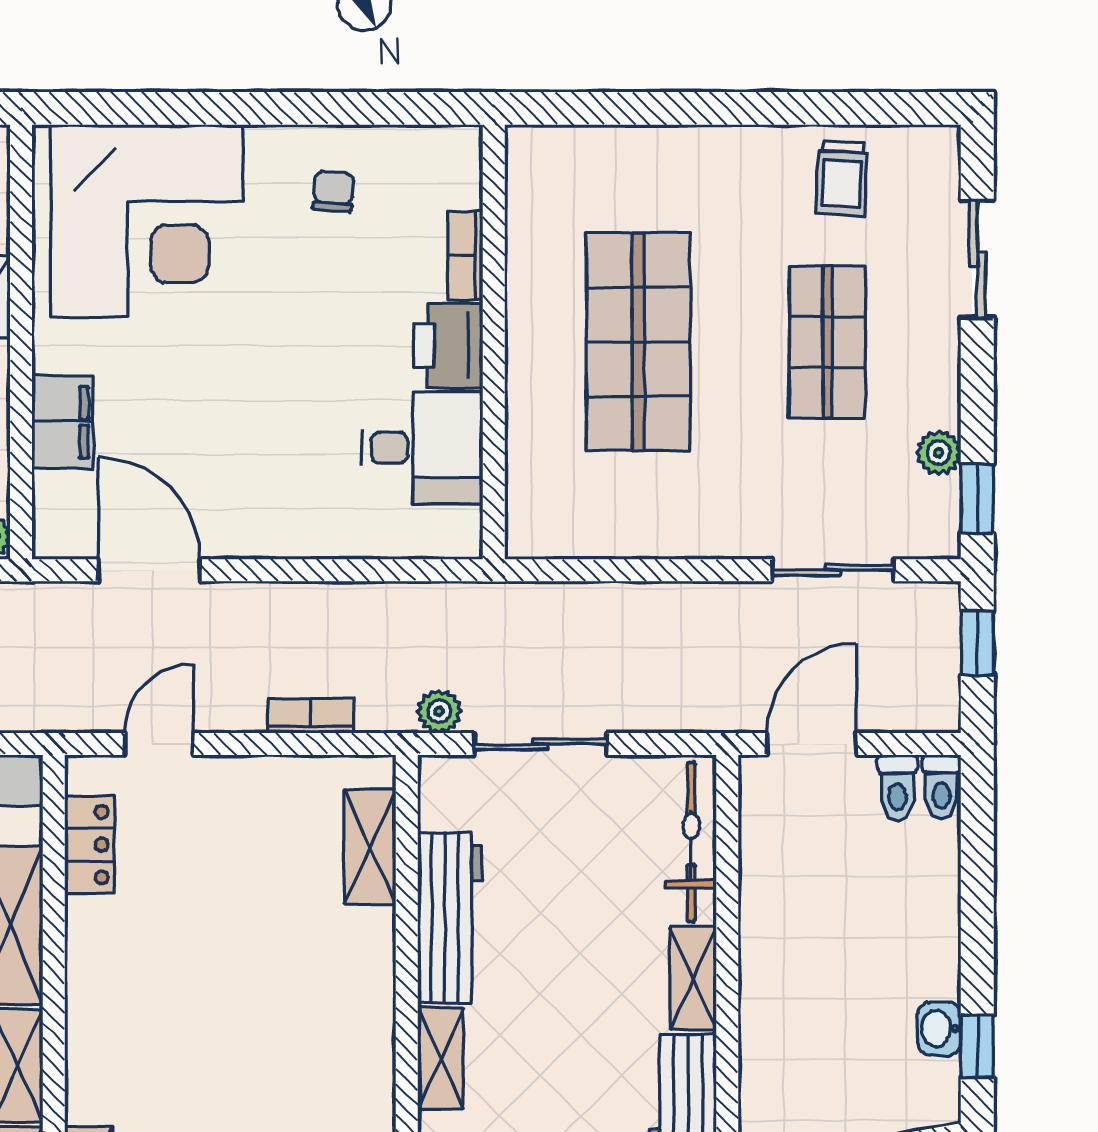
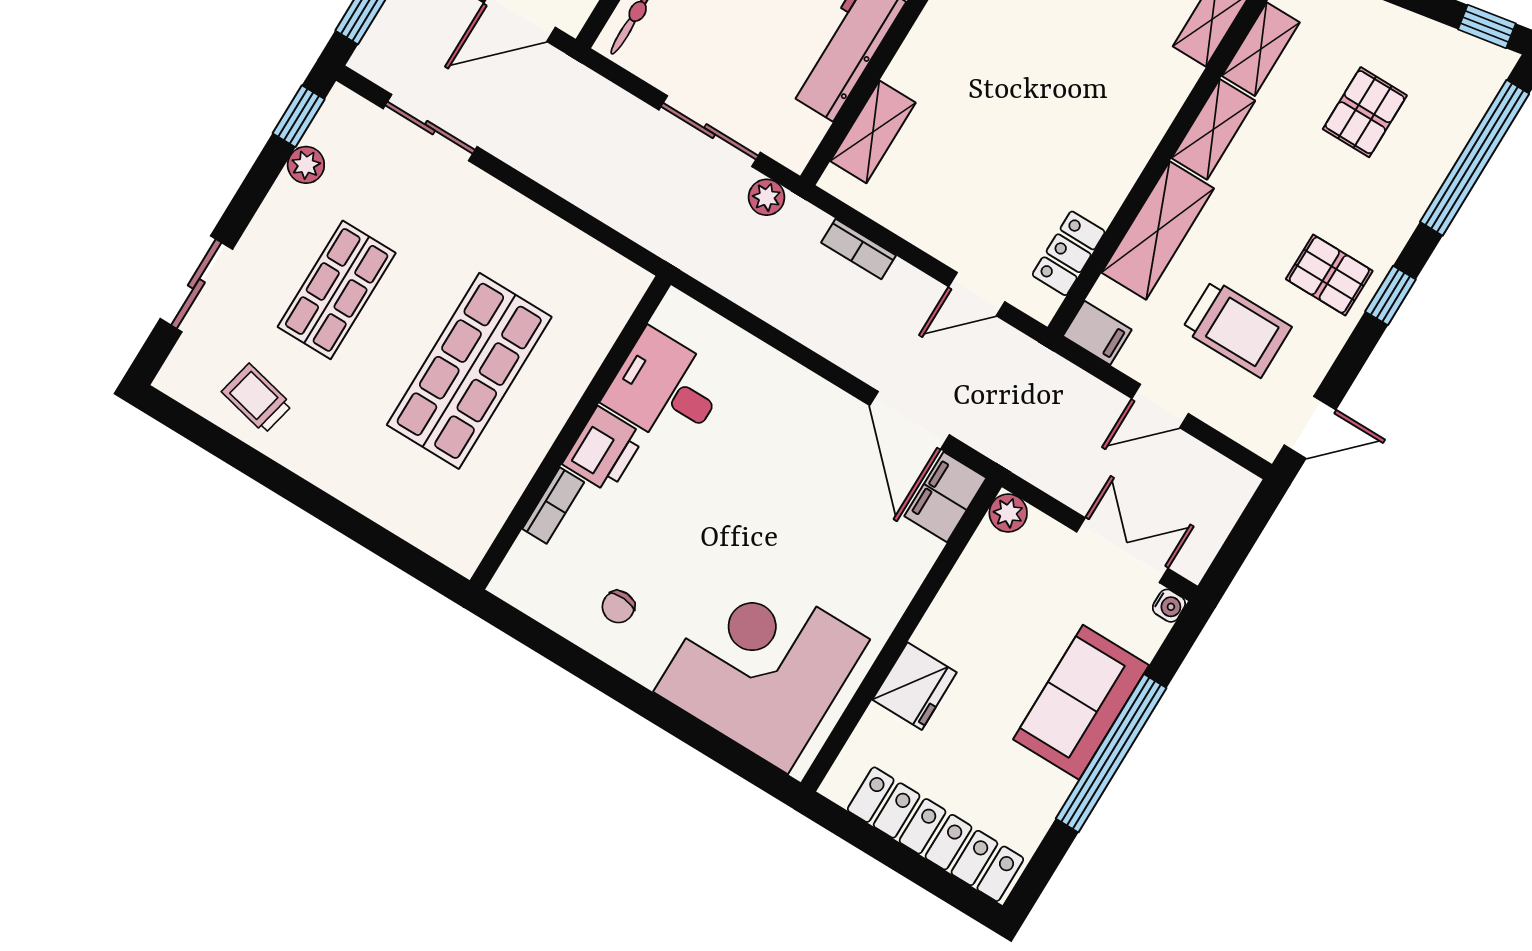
trolley: (842, 179) -> (257, 398), turned -80
filing cabinet: (63, 422) -> (945, 497), moved

